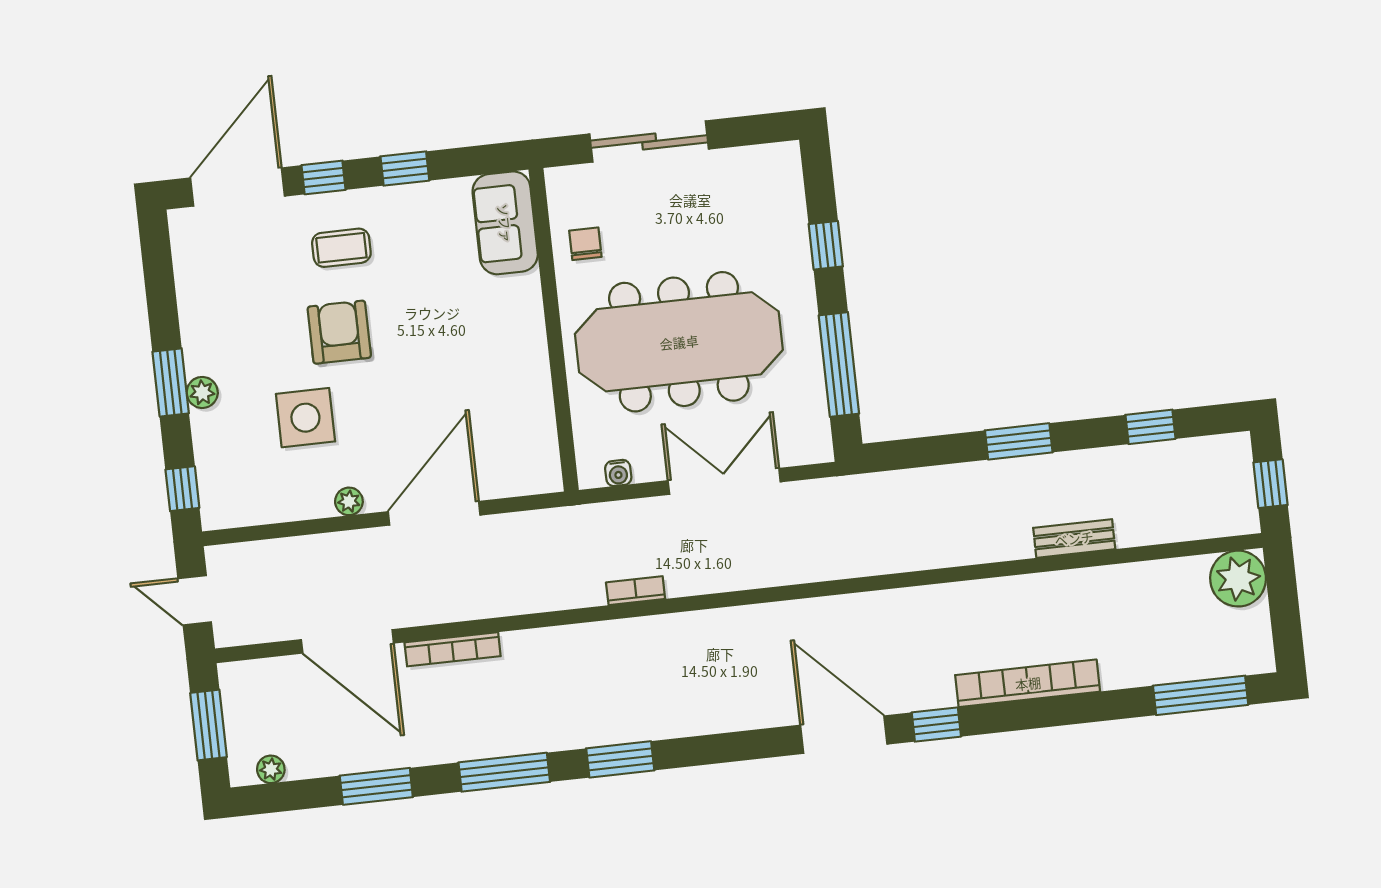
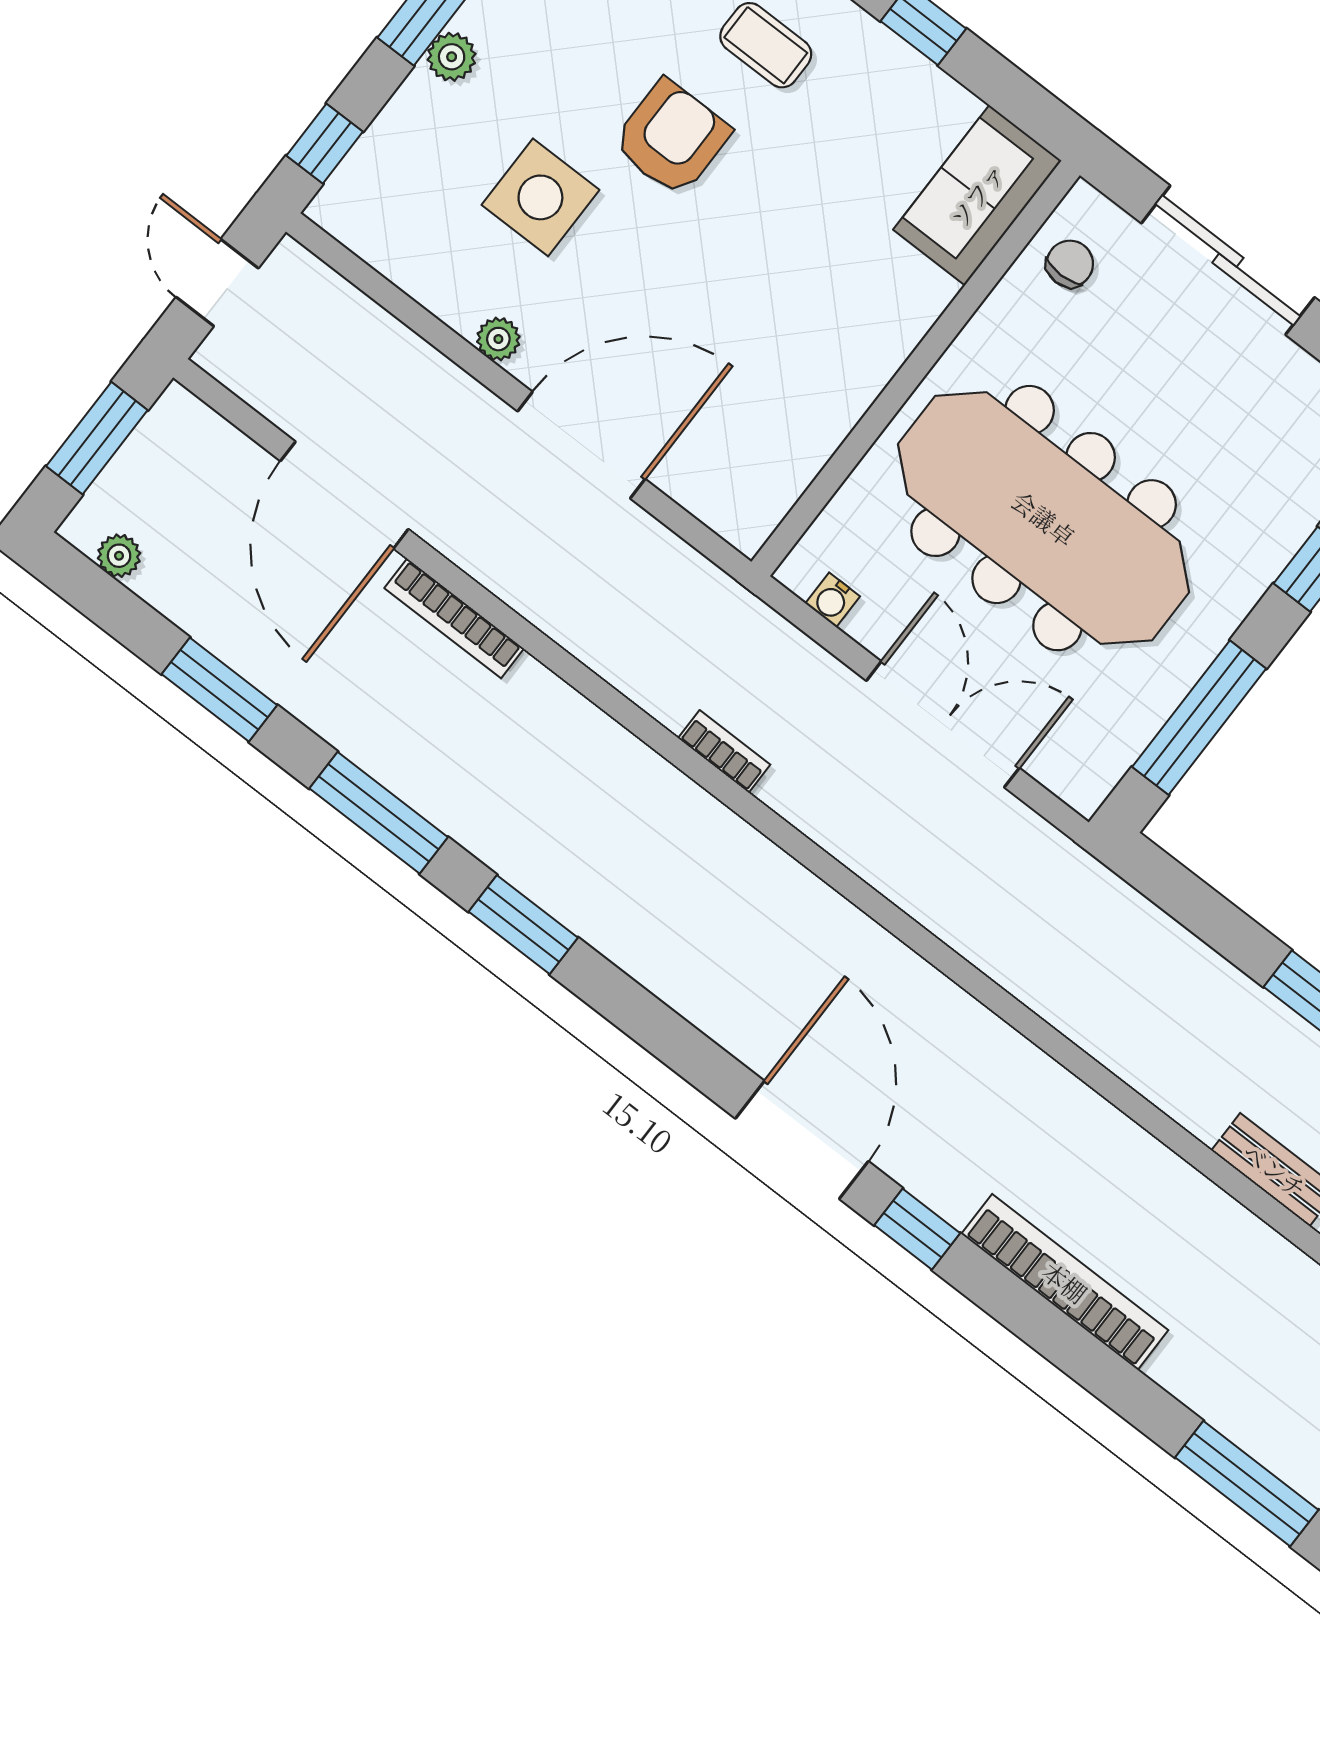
chair: (585, 244) -> (1070, 264), moved

